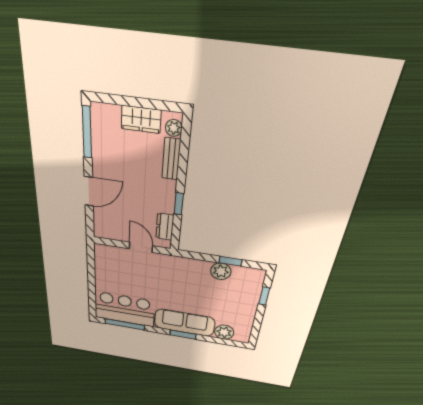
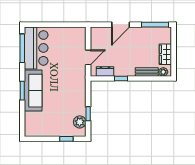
door: (89, 191) -> (121, 25), hinge flipped
plant: (221, 271) -> (80, 122), moved
plant: (224, 332) -> (31, 119), removed

